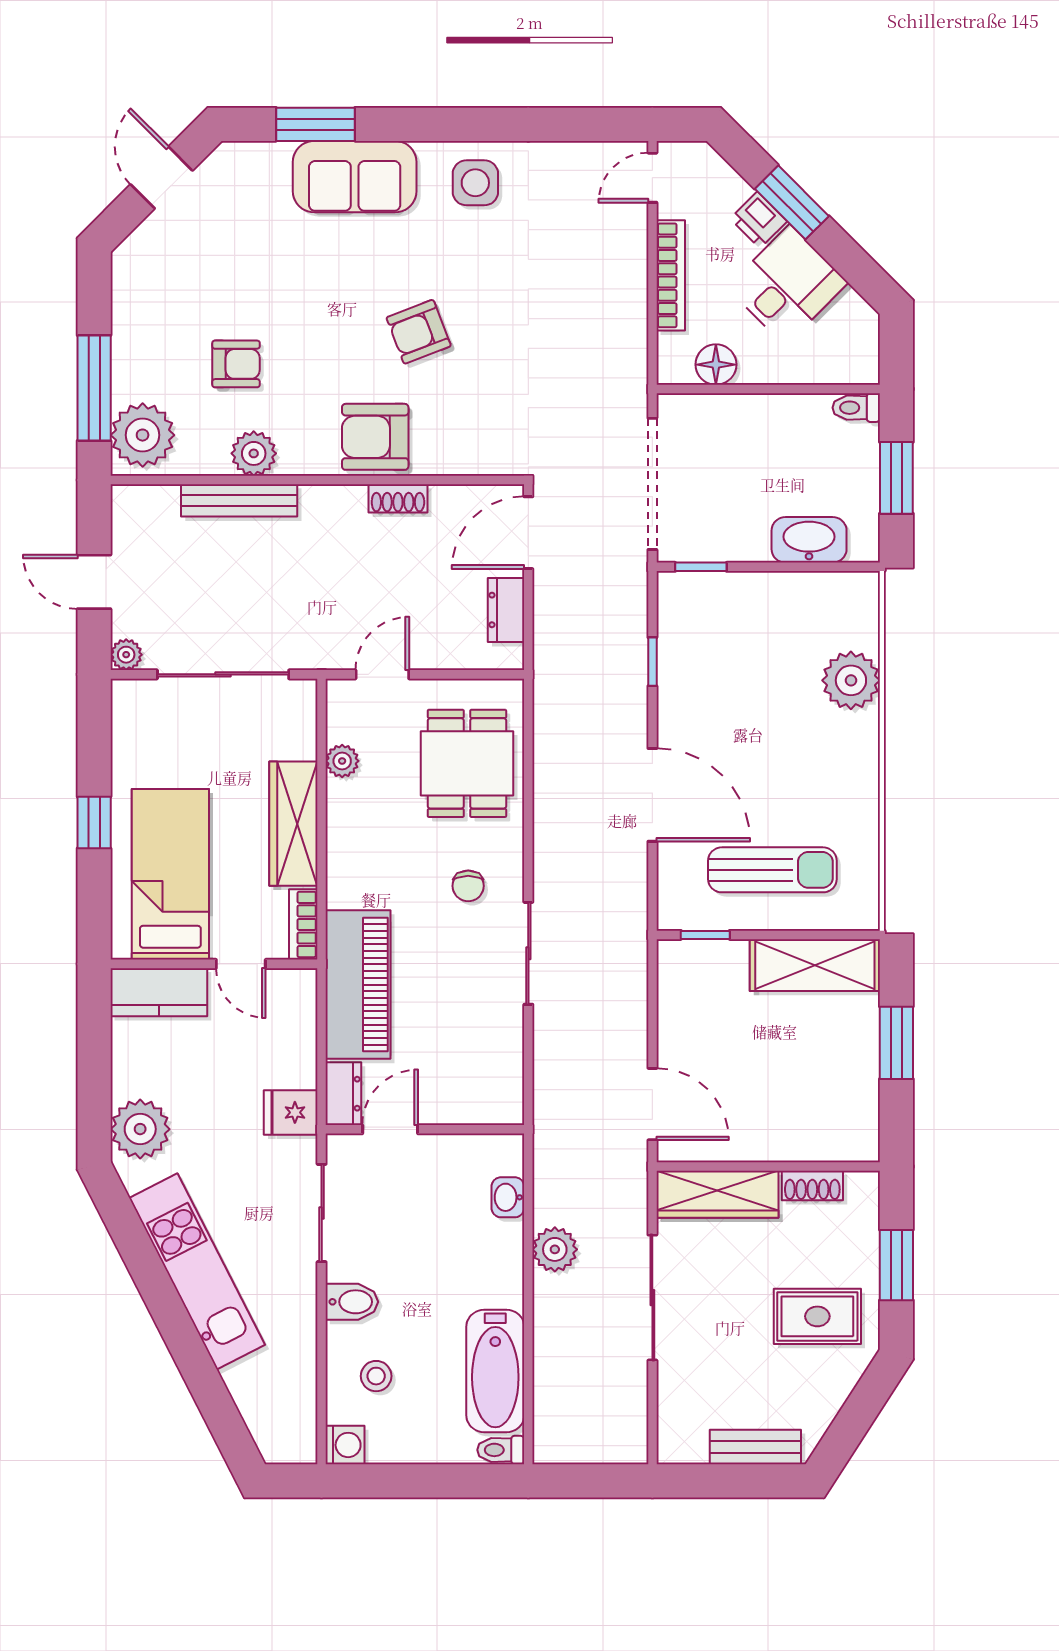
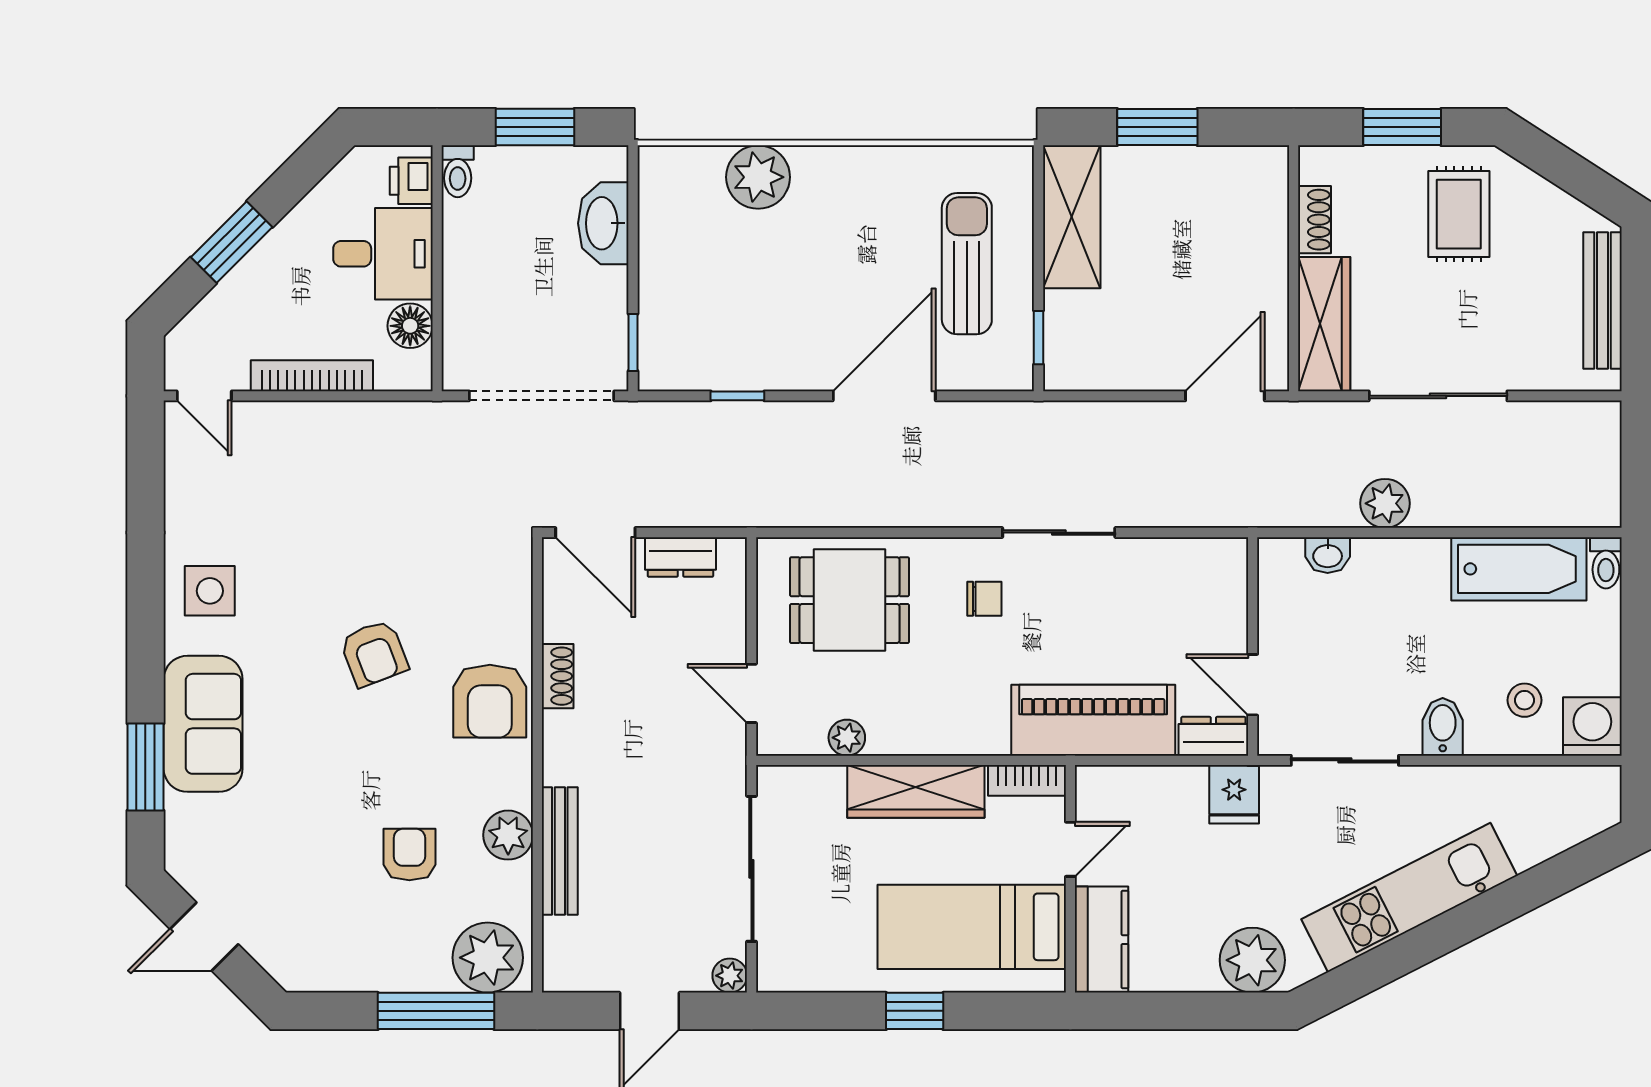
printer: (759, 220) -> (411, 181), moved, turned 135
desk: (787, 285) -> (383, 254), moved, turned 135
washing machine: (345, 1445) -> (1592, 726), width x1.38, depth x1.38
bench: (755, 1447) -> (1603, 301), width x1.36

